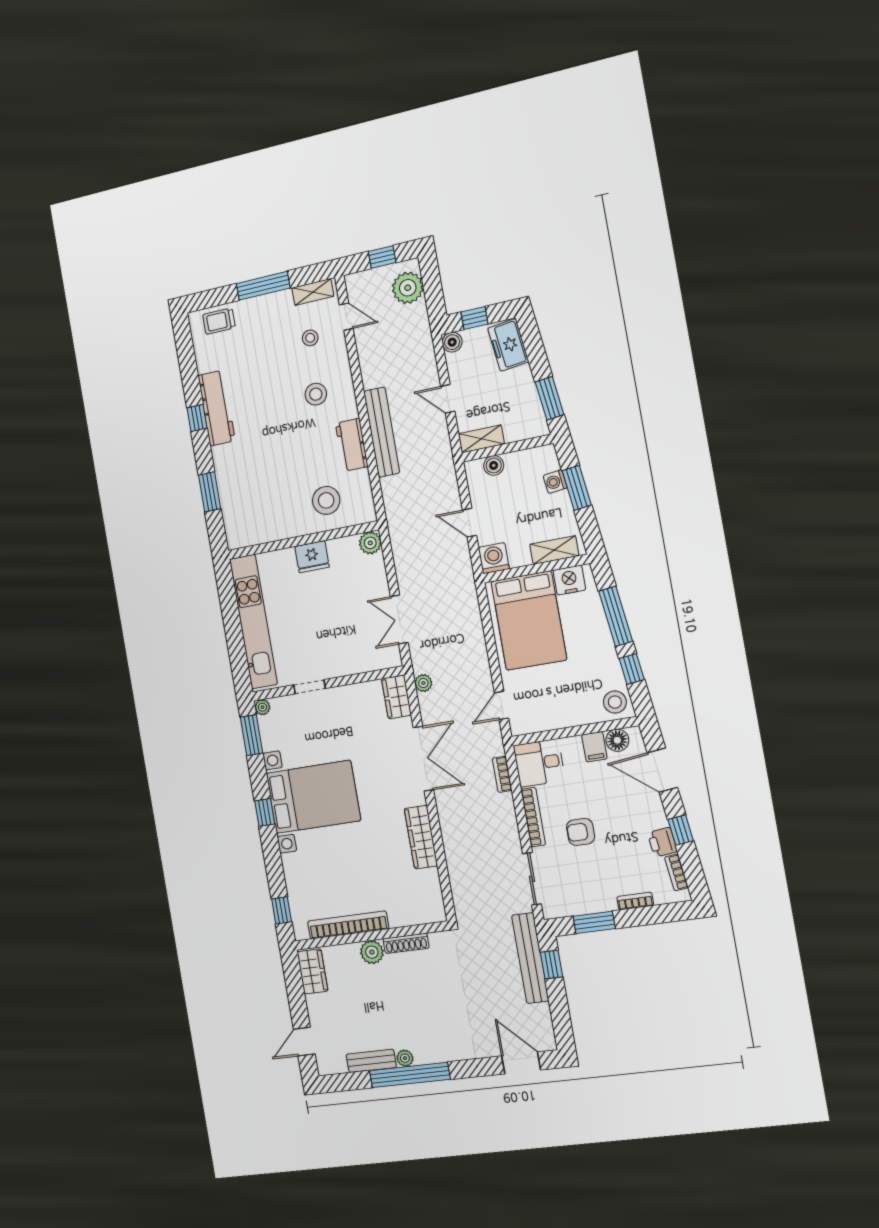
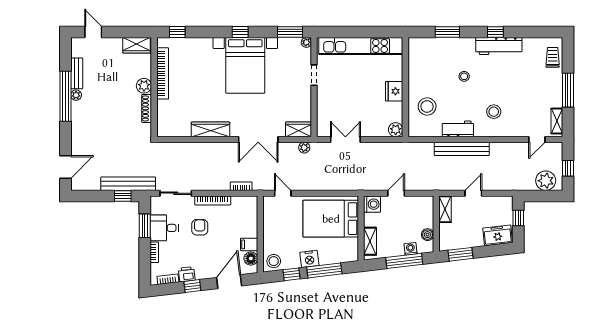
stool: (310, 338) -> (464, 76), moved
boiler: (452, 342) -> (507, 202), removed
boiler: (494, 465) -> (428, 235), moved
window: (577, 488) -> (404, 261), width x1.44
nightstand: (569, 580) -> (309, 259), moved, turned 83
desk: (539, 763) -> (164, 228), moved, turned -90

